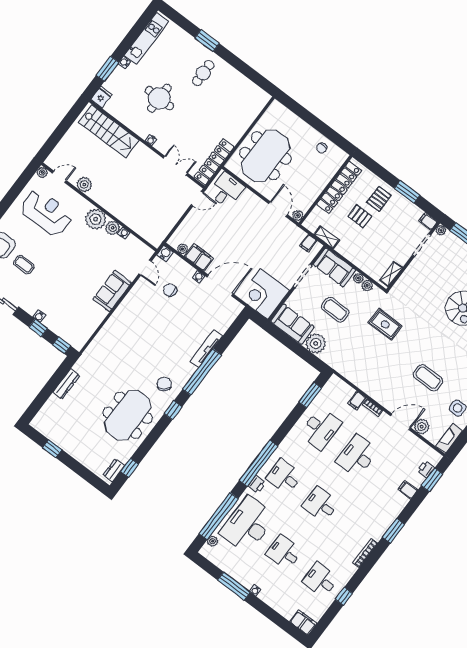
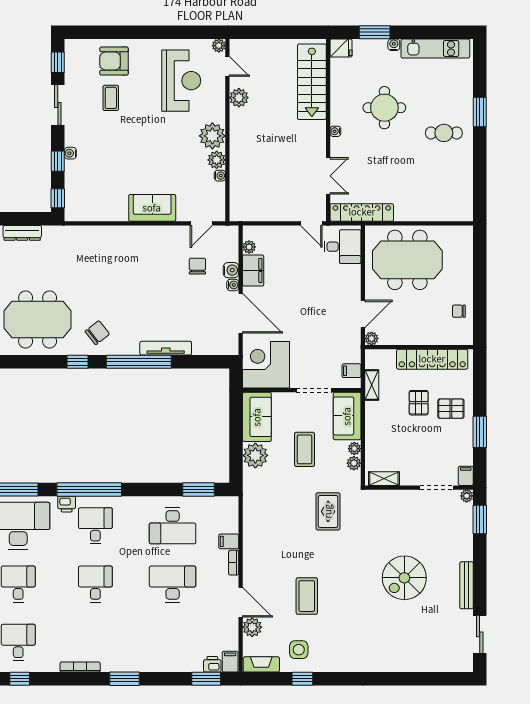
water cooler: (165, 253) -> (231, 270), moved
filing cabinet: (408, 490) -> (230, 662), moved

